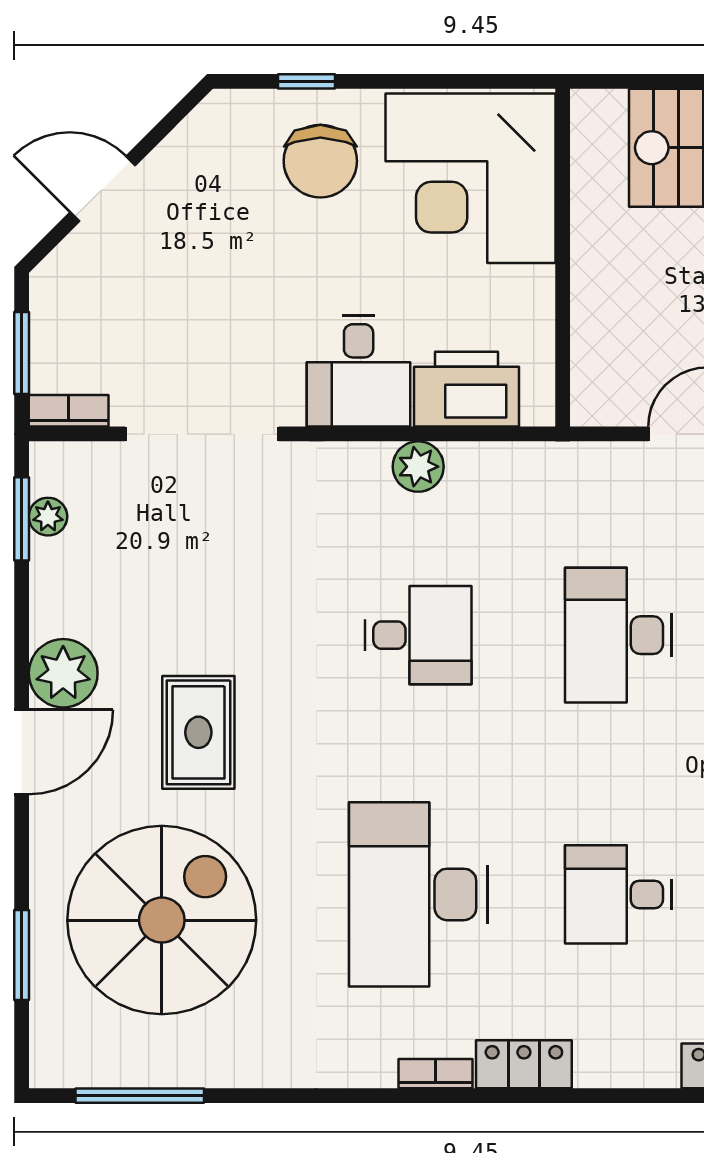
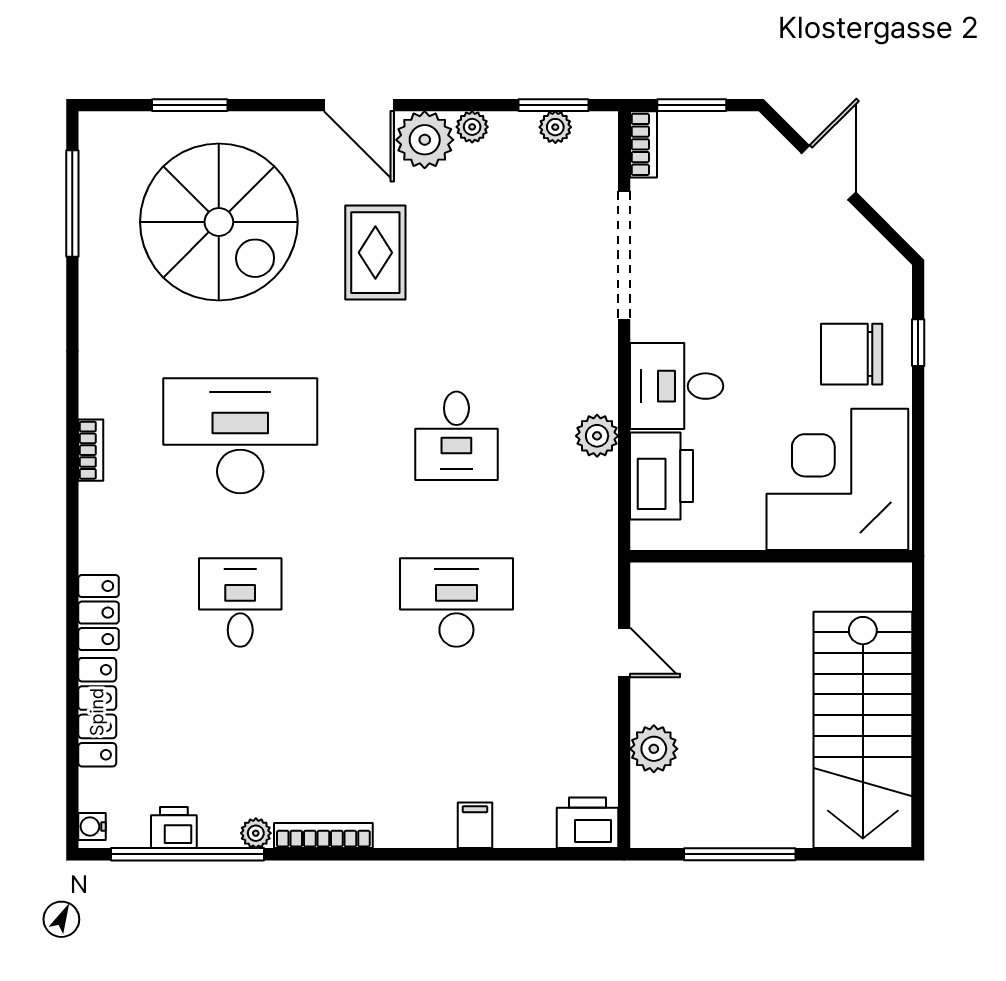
plant: (48, 616) -> (472, 127), added
rug: (198, 732) -> (375, 253), turned 90
locker: (524, 1064) -> (99, 613), moved

